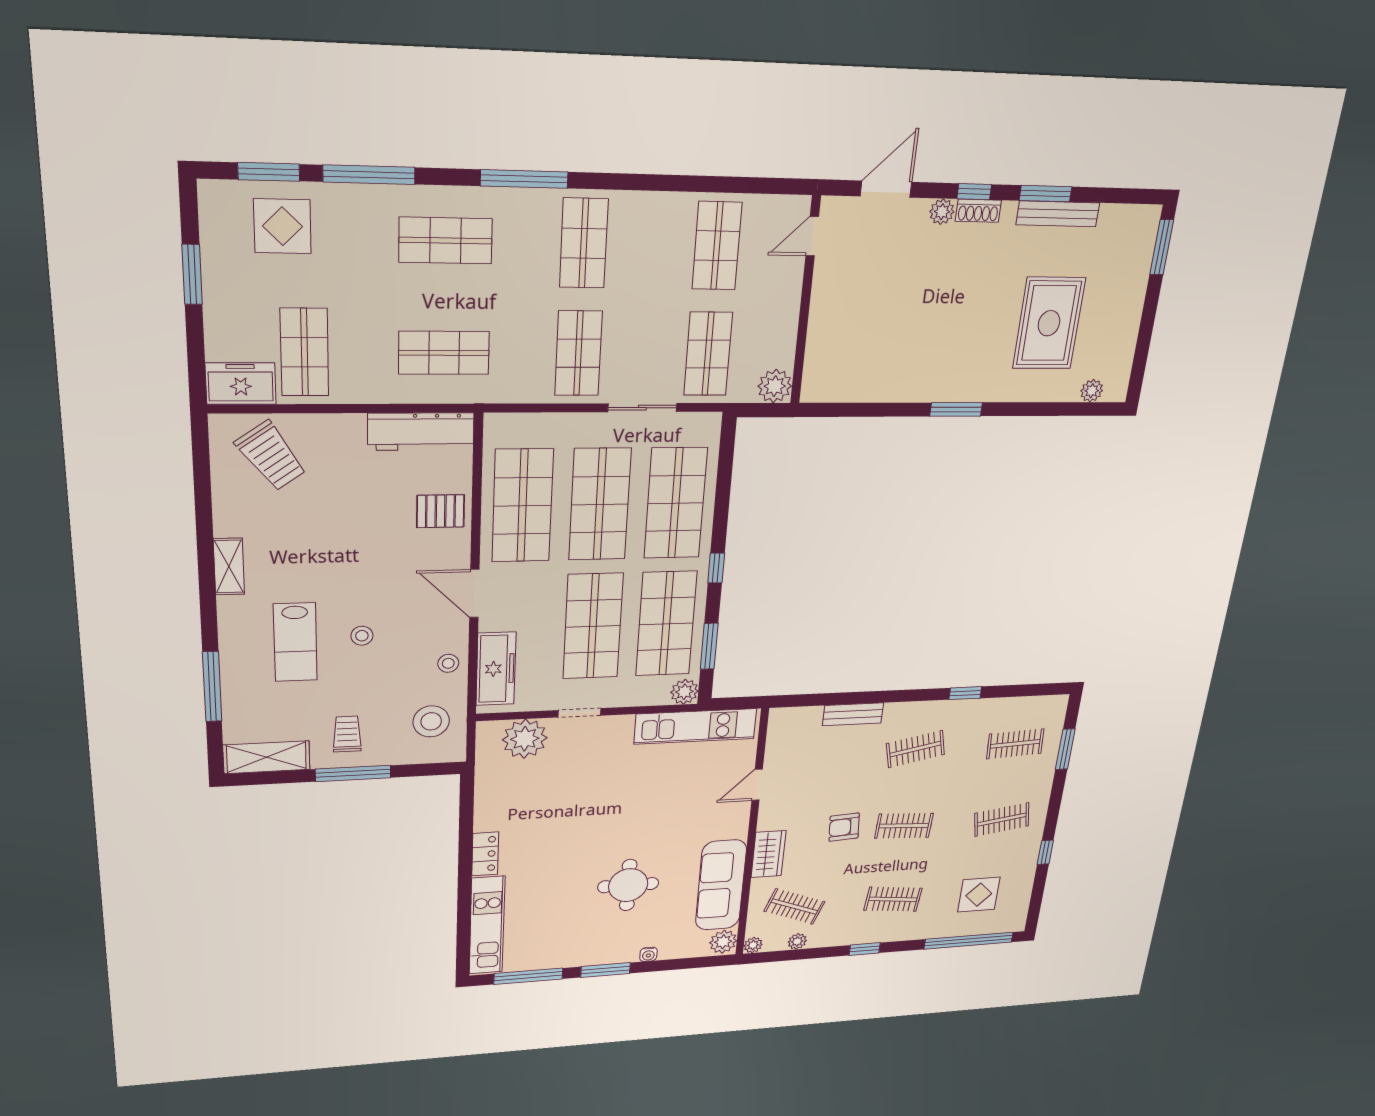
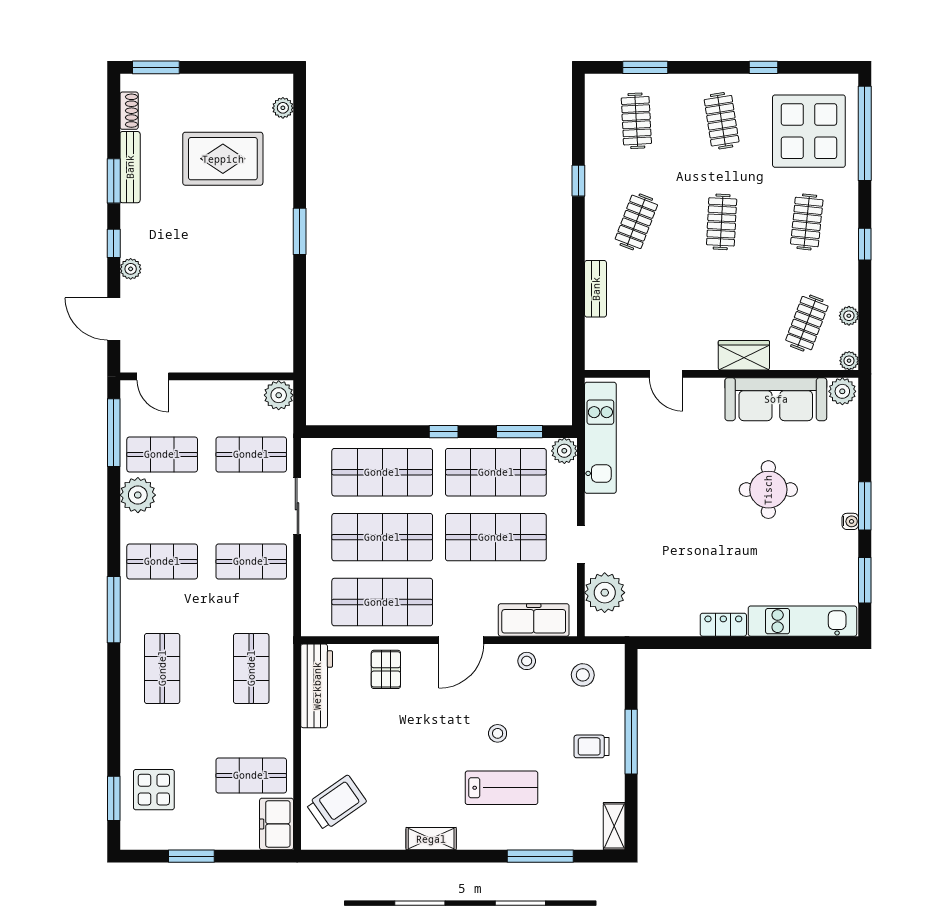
window: (369, 175) -> (114, 433), moved
shoe rack: (978, 211) -> (129, 111), moved
plant: (669, 214) -> (138, 495), added
stool: (431, 721) -> (583, 675), width x0.73, depth x0.73
clothes rail: (915, 749) -> (636, 222), turned 33
shelving: (267, 757) -> (614, 826), width x0.67, depth x0.75
armchair: (844, 827) -> (719, 283), removed
display table: (979, 895) -> (809, 131), width x1.86, depth x1.86
water cooler: (648, 954) -> (850, 521), moved
window: (528, 976) -> (865, 580), width x0.69

